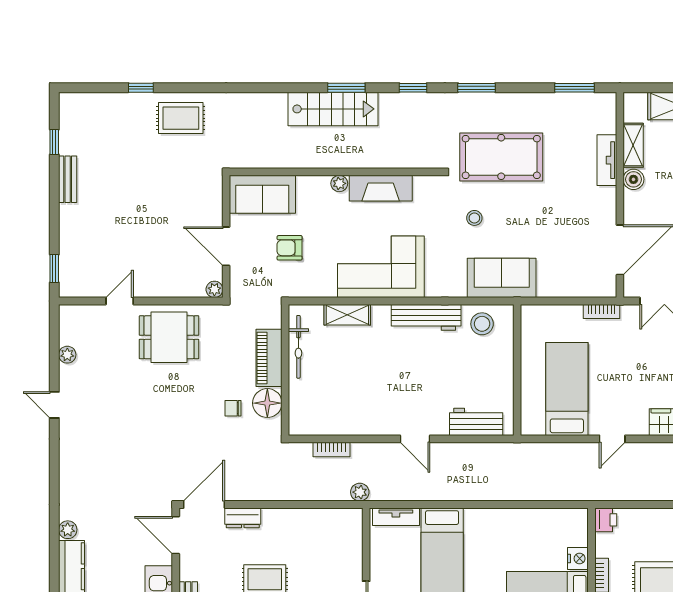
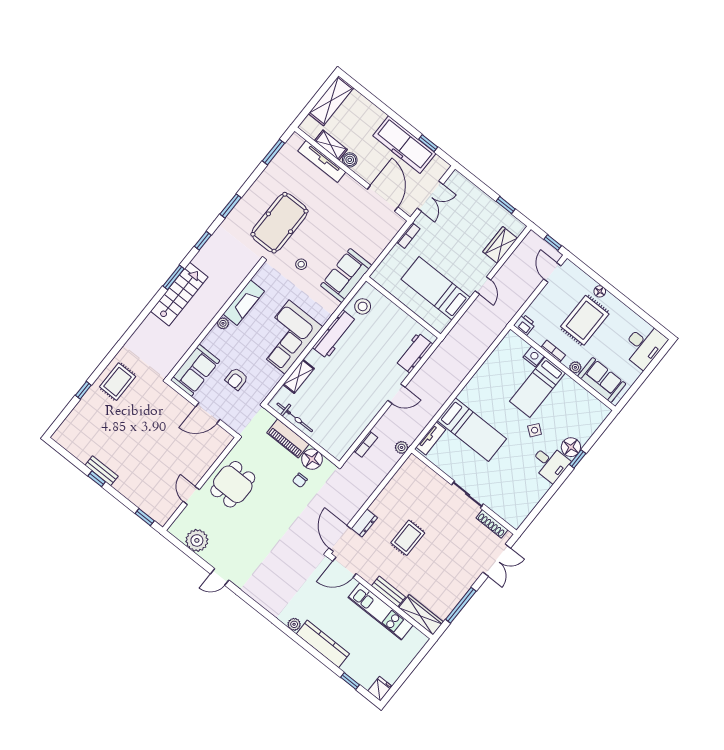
window: (54, 142) -> (97, 479), moved
tv unit: (607, 160) -> (322, 161), width x1.41
plant: (214, 289) -> (226, 438), removed
plant: (67, 355) -> (197, 540), width x1.88, depth x1.88

